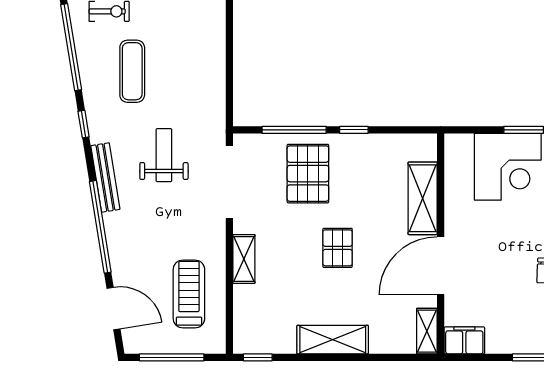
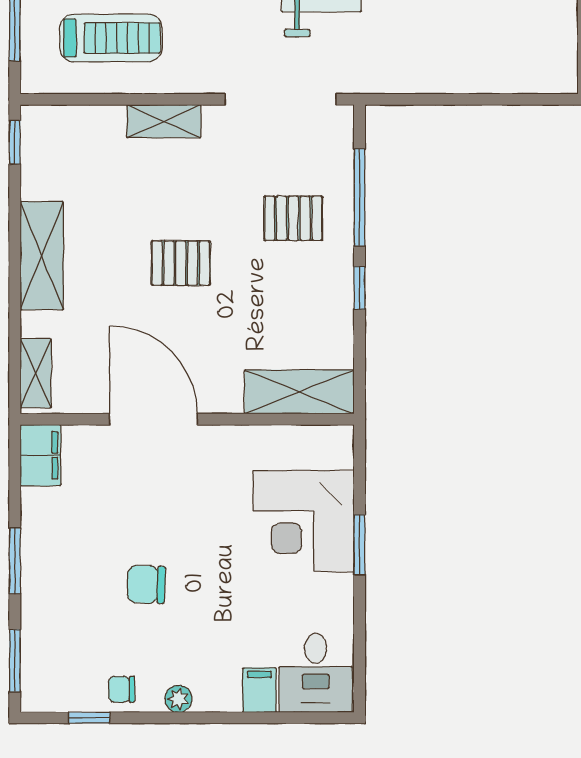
pallet: (308, 174) -> (293, 218), width x0.67, depth x0.71
shelving: (423, 198) -> (299, 392), moved
shelving: (427, 331) -> (36, 373), moved, turned 90

